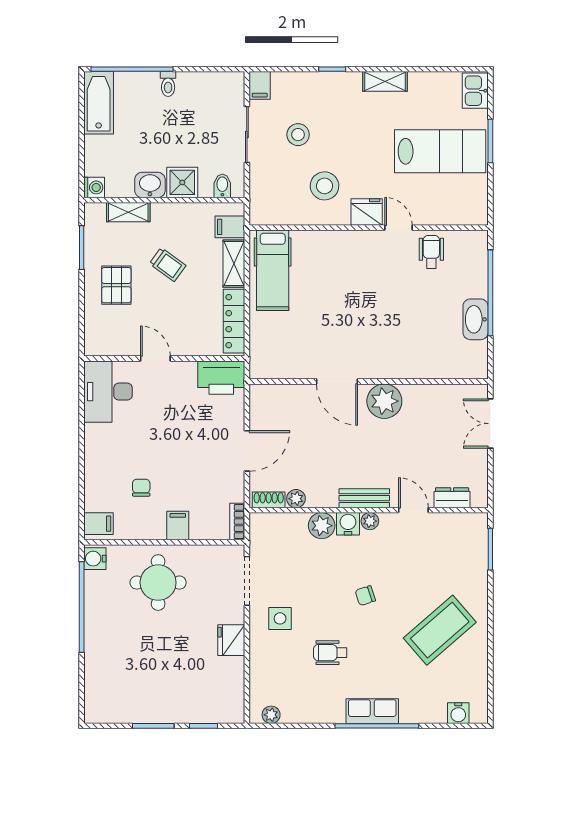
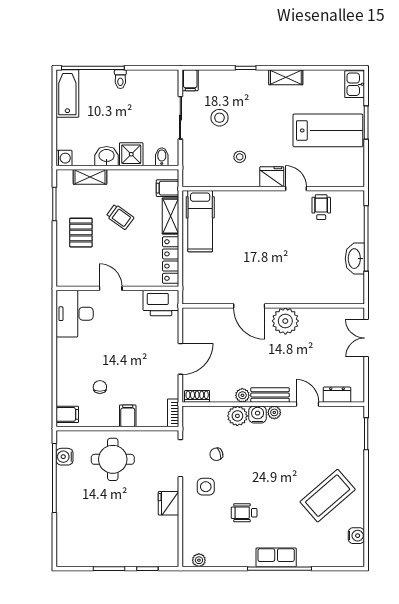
stool: (325, 186) -> (240, 157), width x0.53, depth x0.53
plant: (296, 499) -> (242, 395), moved
water cooler: (95, 559) -> (65, 457), moved
chair: (365, 596) -> (216, 454), moved
water cooler: (458, 713) -> (356, 536), moved, turned -90

